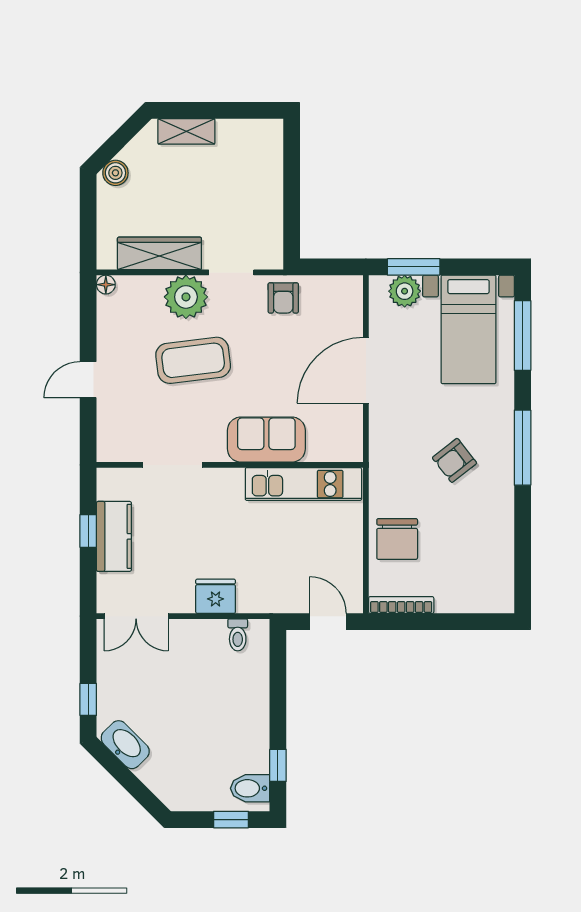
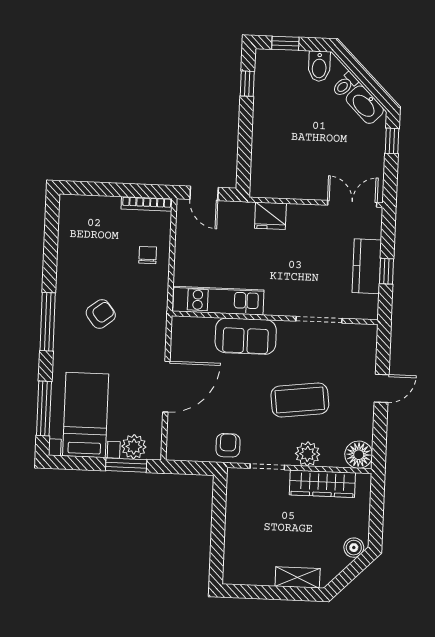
floor lamp: (106, 285) -> (359, 455), width x1.89, depth x1.89
plant: (186, 297) -> (308, 454), width x0.73, depth x0.73
chair: (397, 539) -> (148, 255), width x0.54, depth x0.54
fridge: (216, 596) -> (270, 216), moved
toilet: (238, 635) -> (345, 85), moved, turned -135
bidet: (250, 788) -> (319, 66), moved, turned 90

